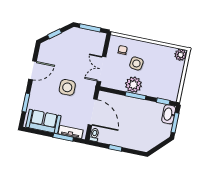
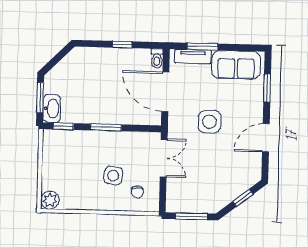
plant: (133, 85) -> (112, 143), removed

